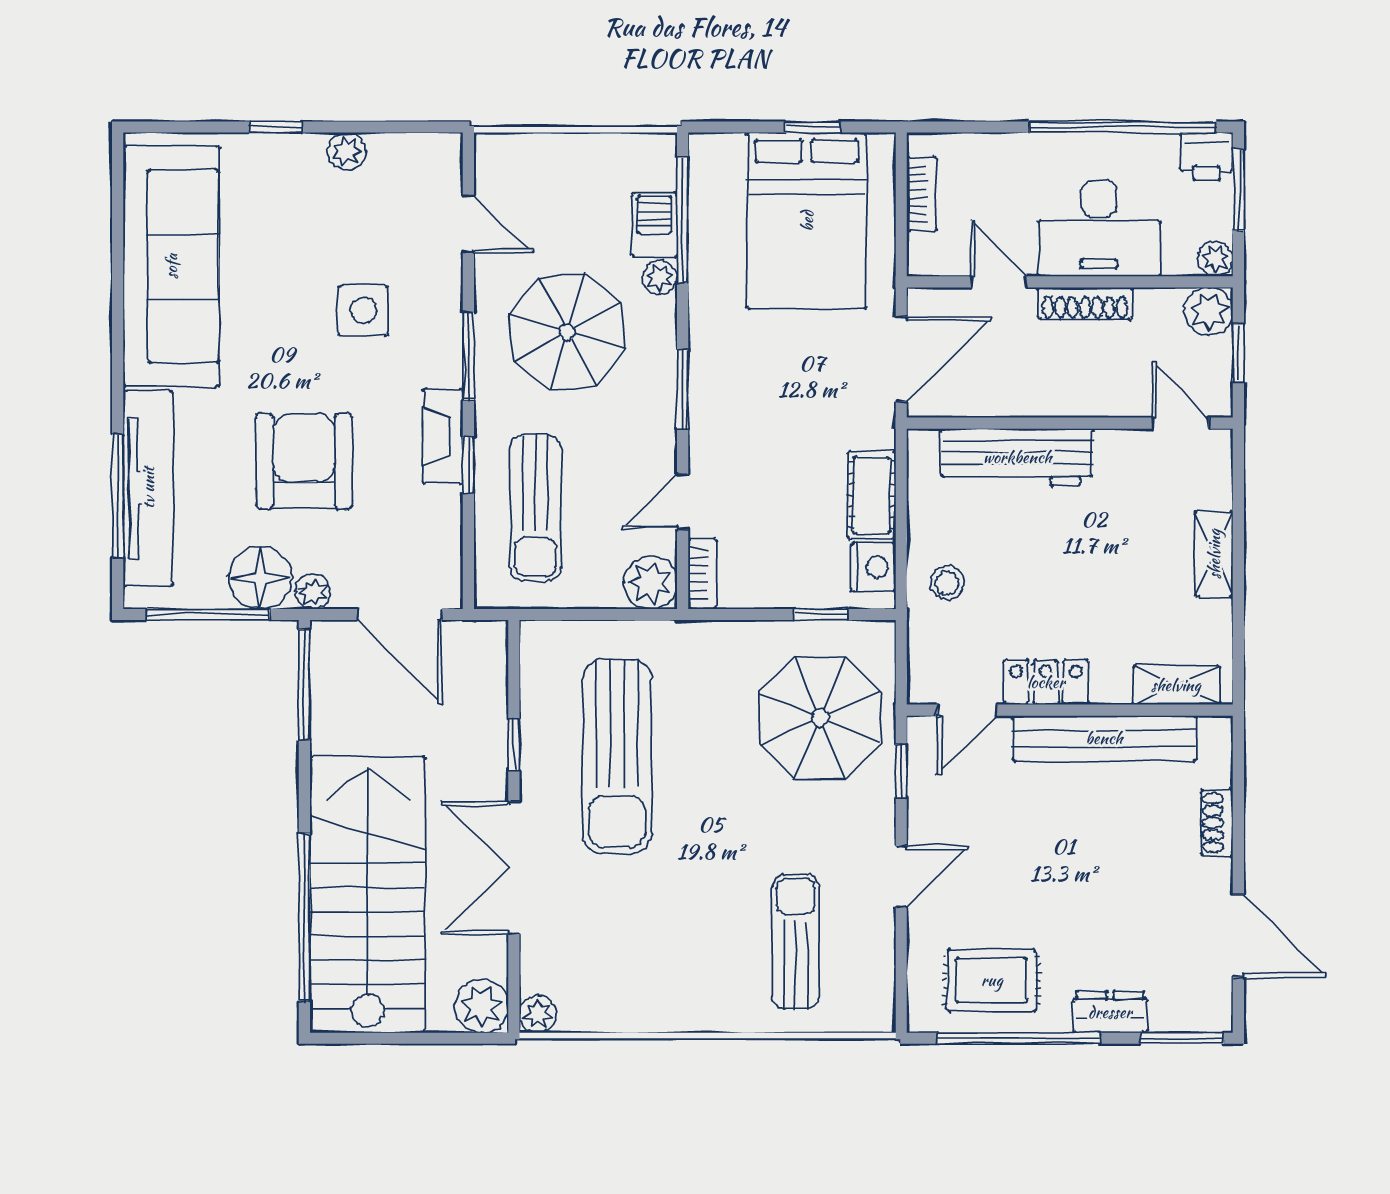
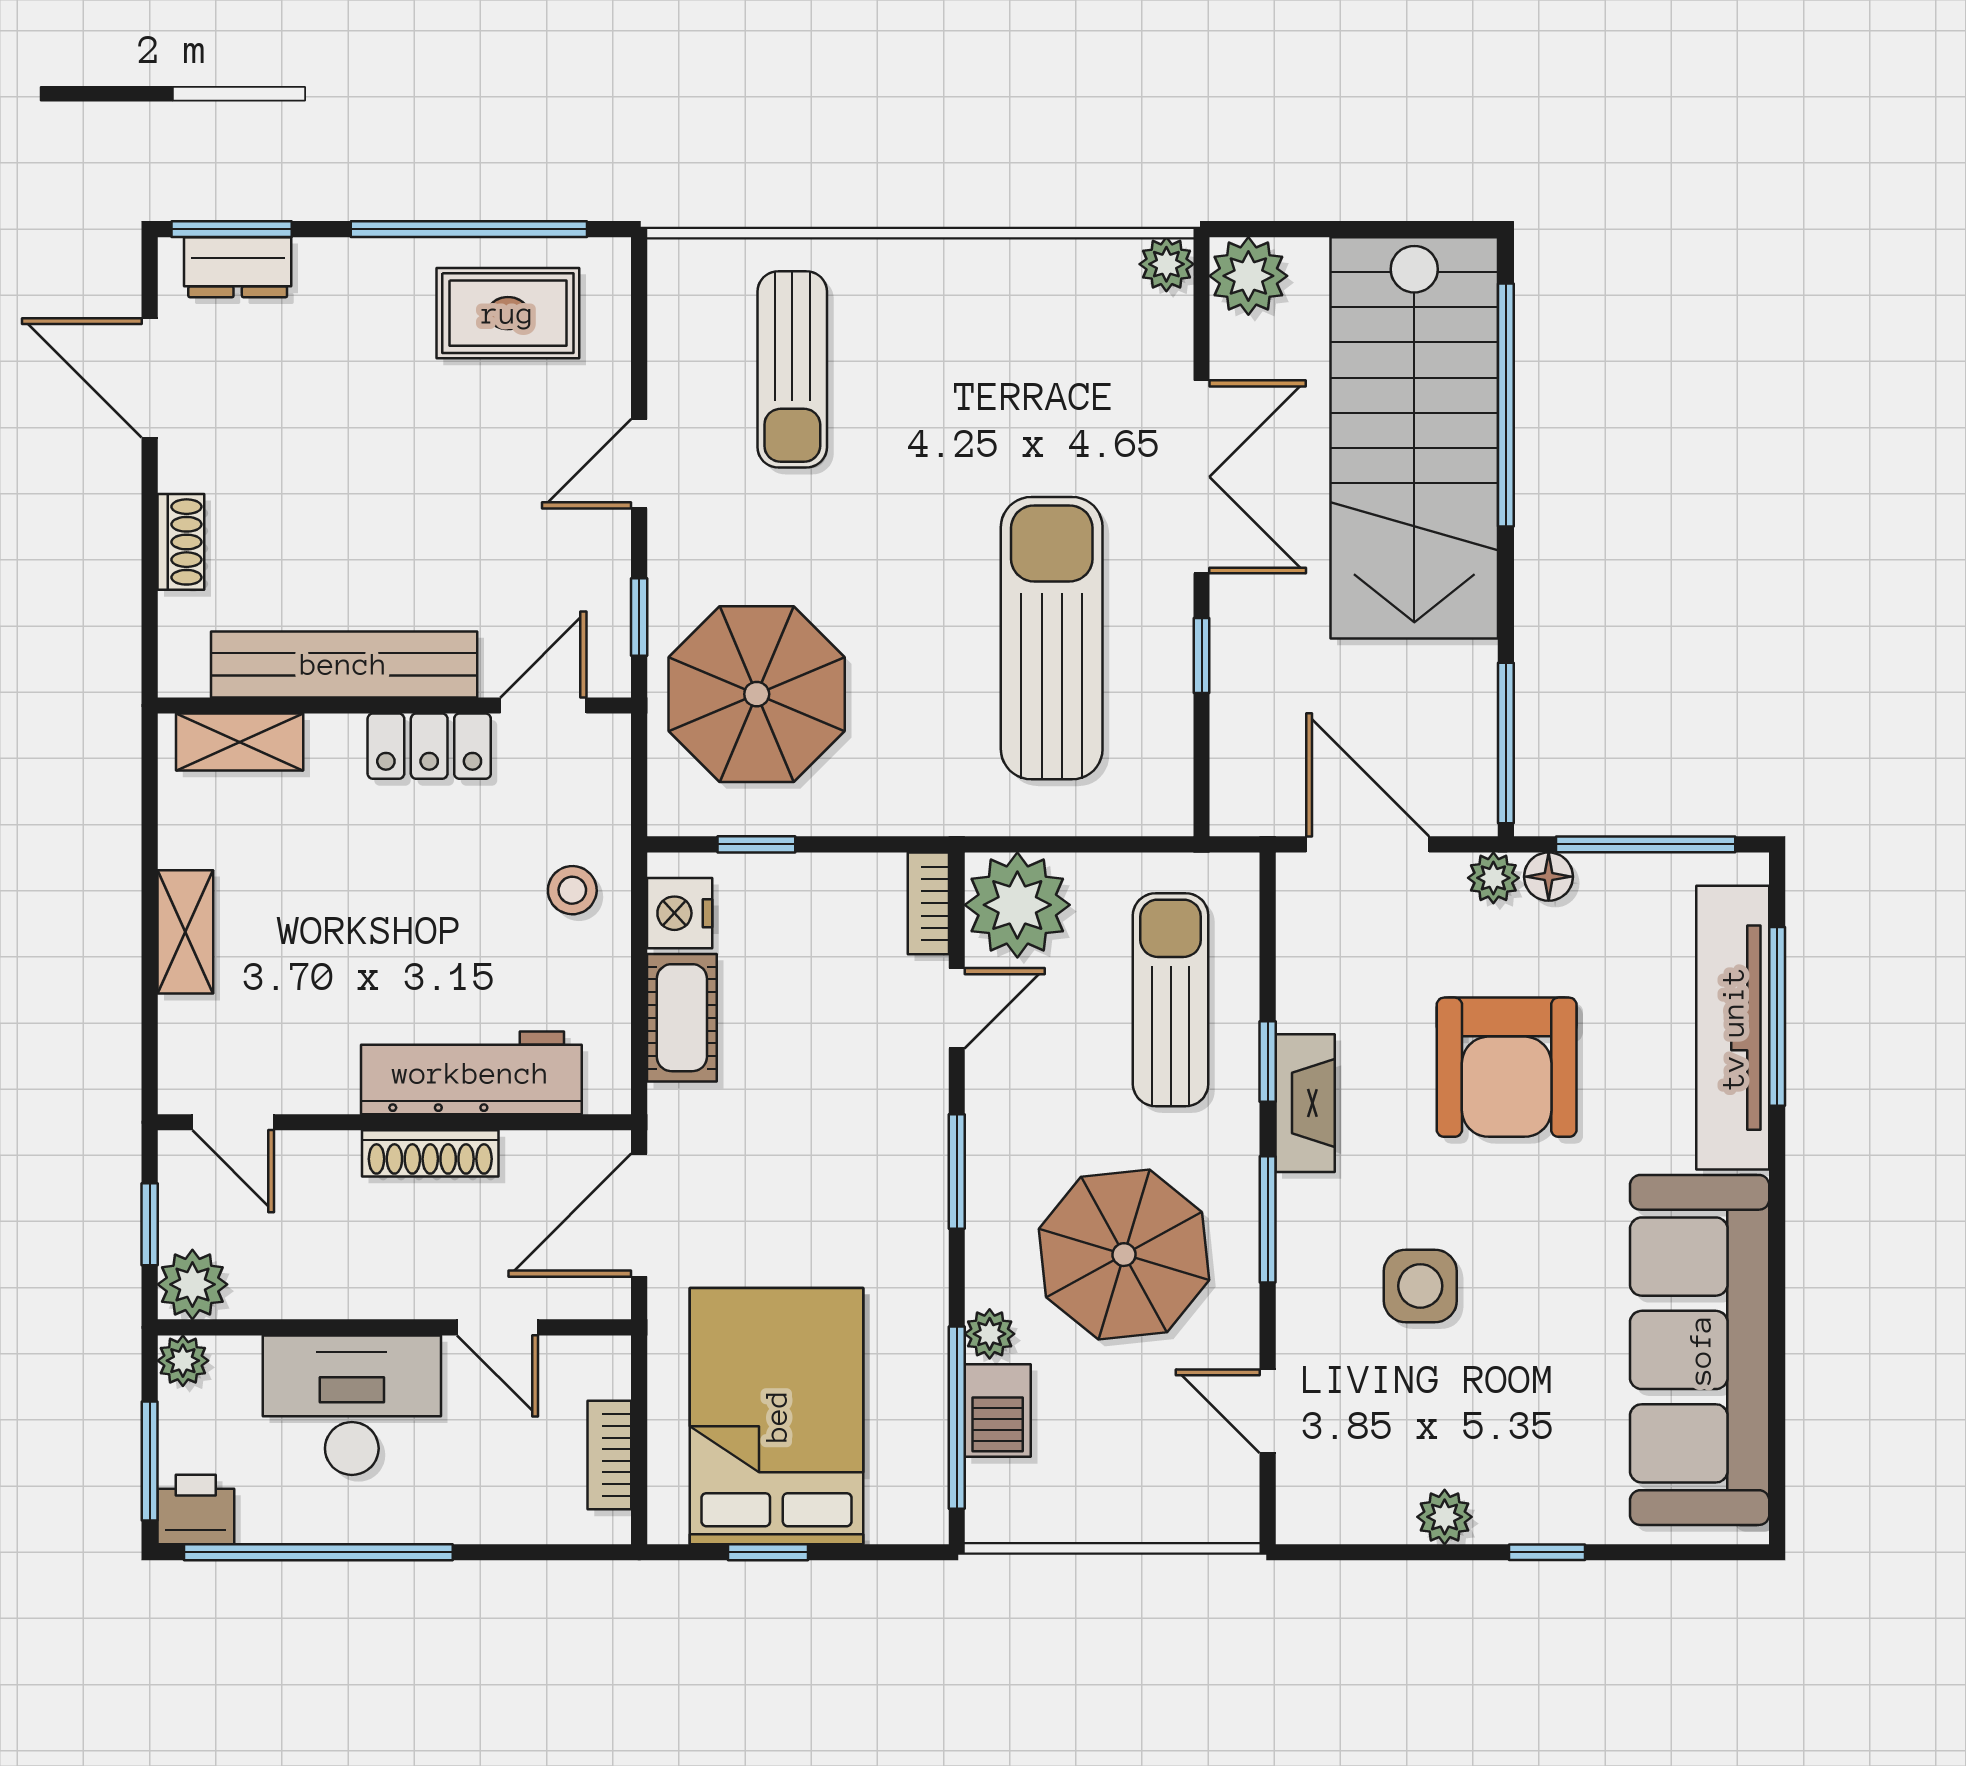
shoe rack: (1085, 303) -> (430, 1153), moved, turned 180
floor lamp: (260, 578) -> (1549, 877), width x0.53, depth x0.53
plant: (650, 582) -> (1017, 905), width x1.36, depth x1.36
dresser: (1110, 1012) -> (238, 267), moved

